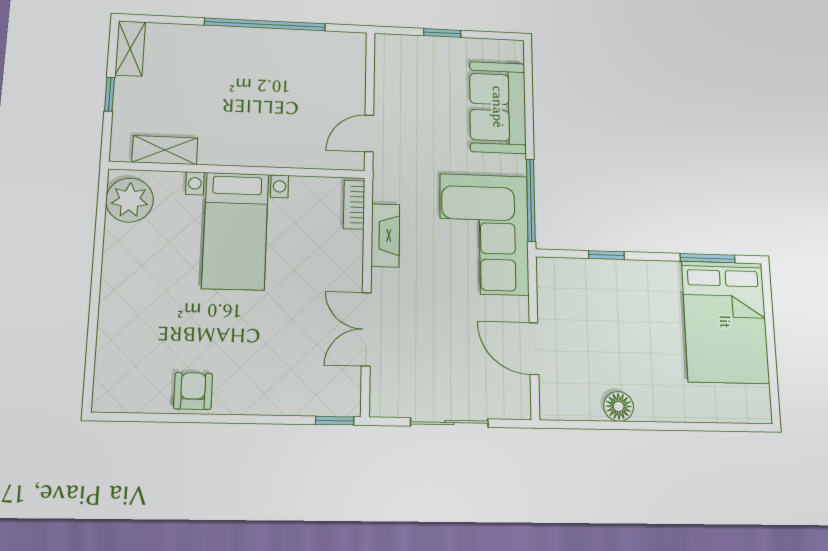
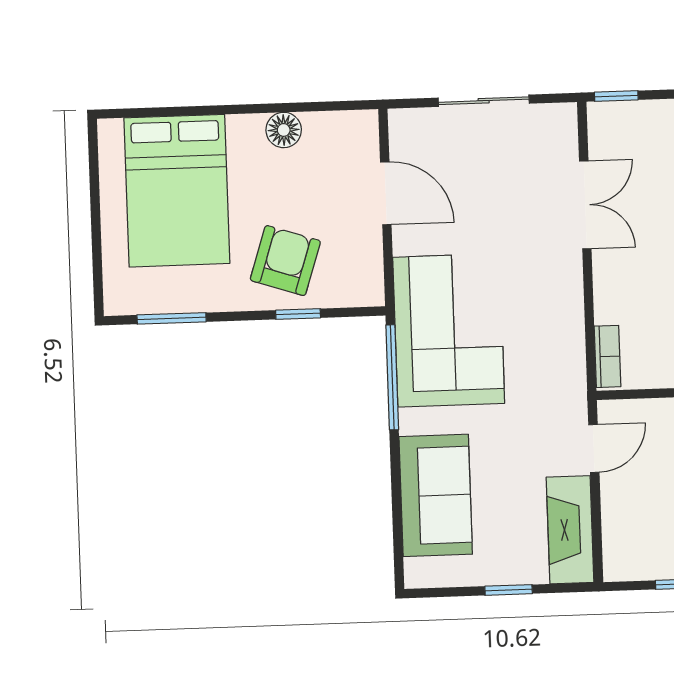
fireplace: (385, 235) -> (570, 530), moved, width x1.37, depth x1.32
armchair: (617, 298) -> (285, 261), added
bed: (725, 322) -> (177, 191), moved, turned 180

